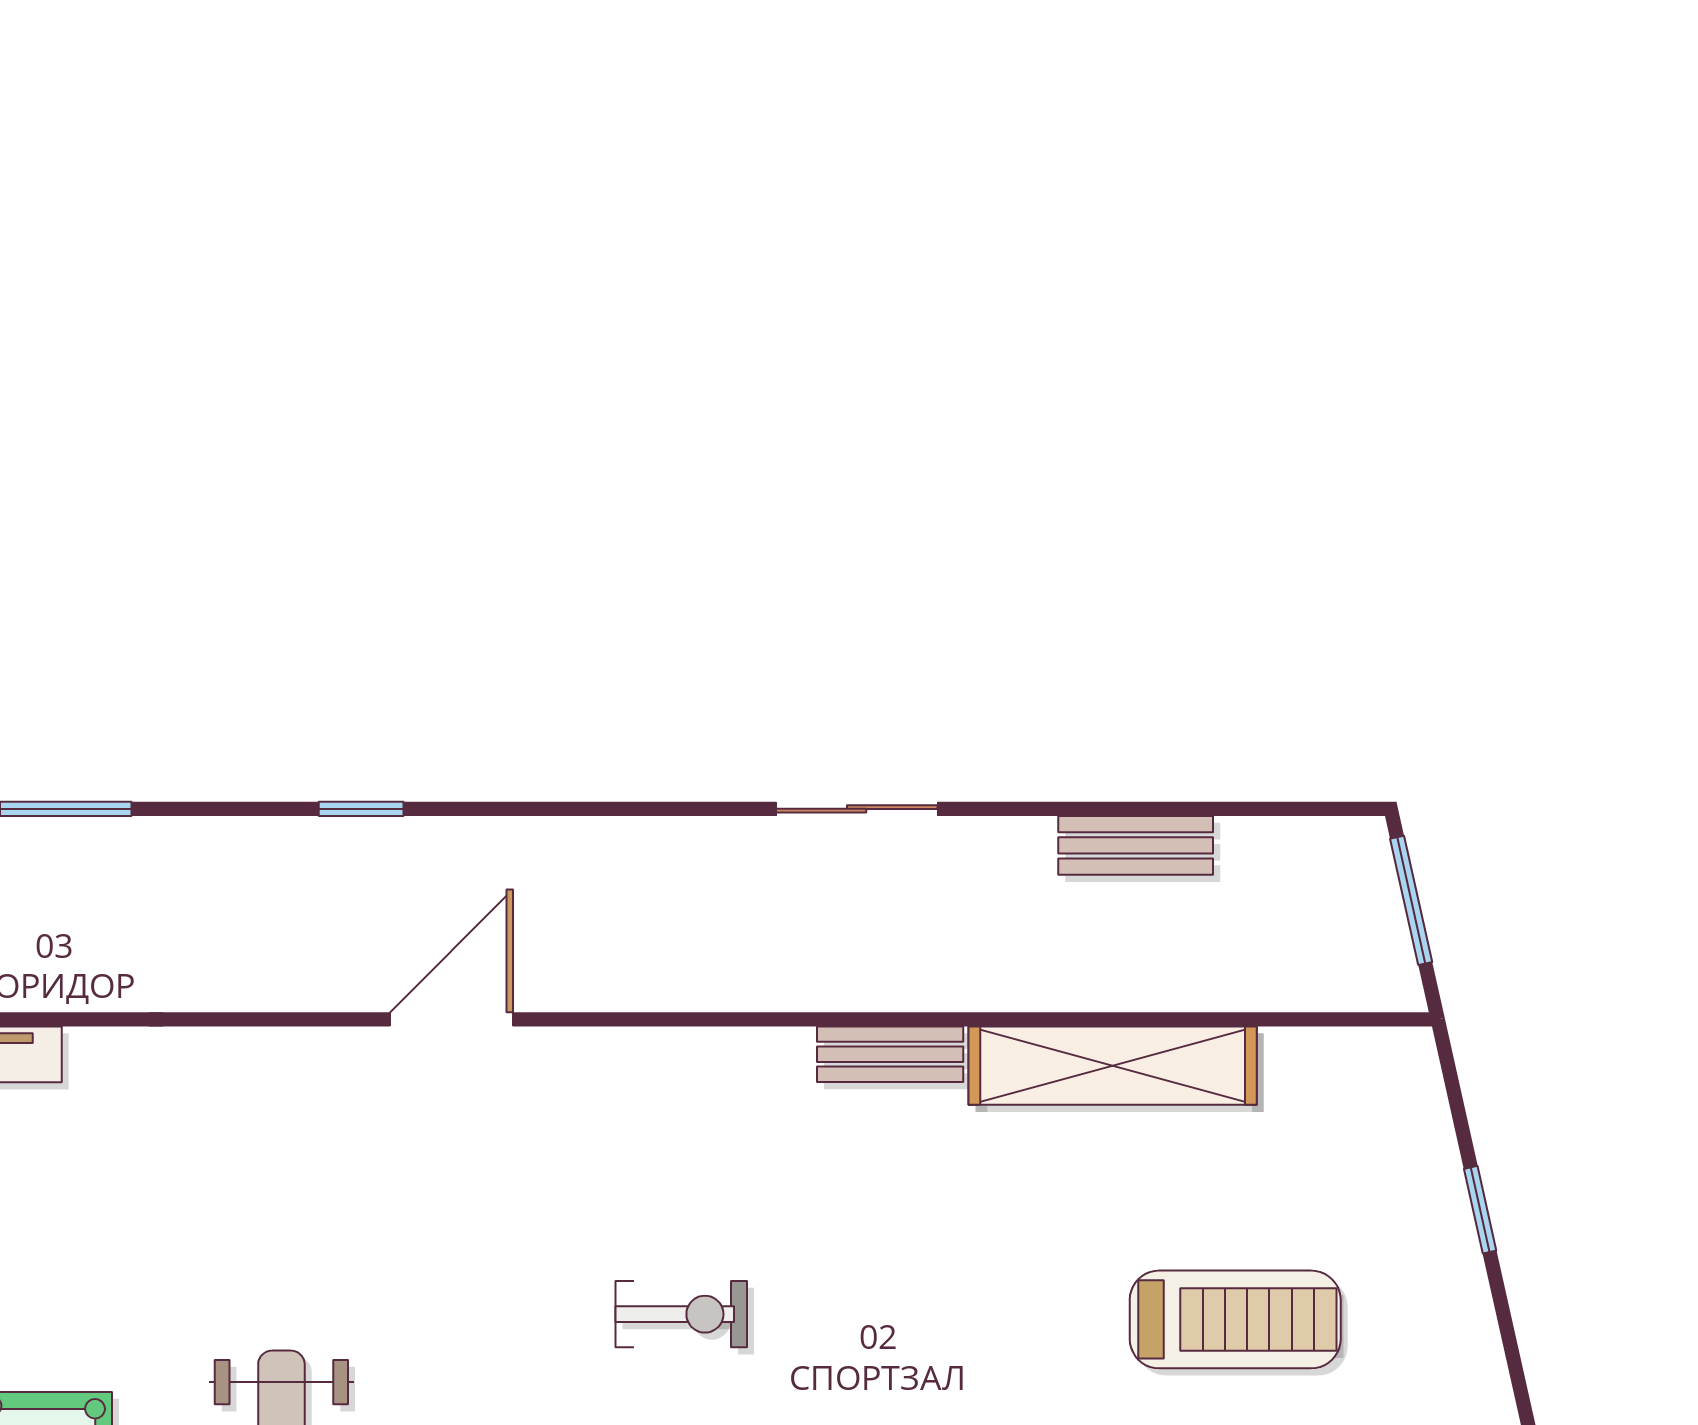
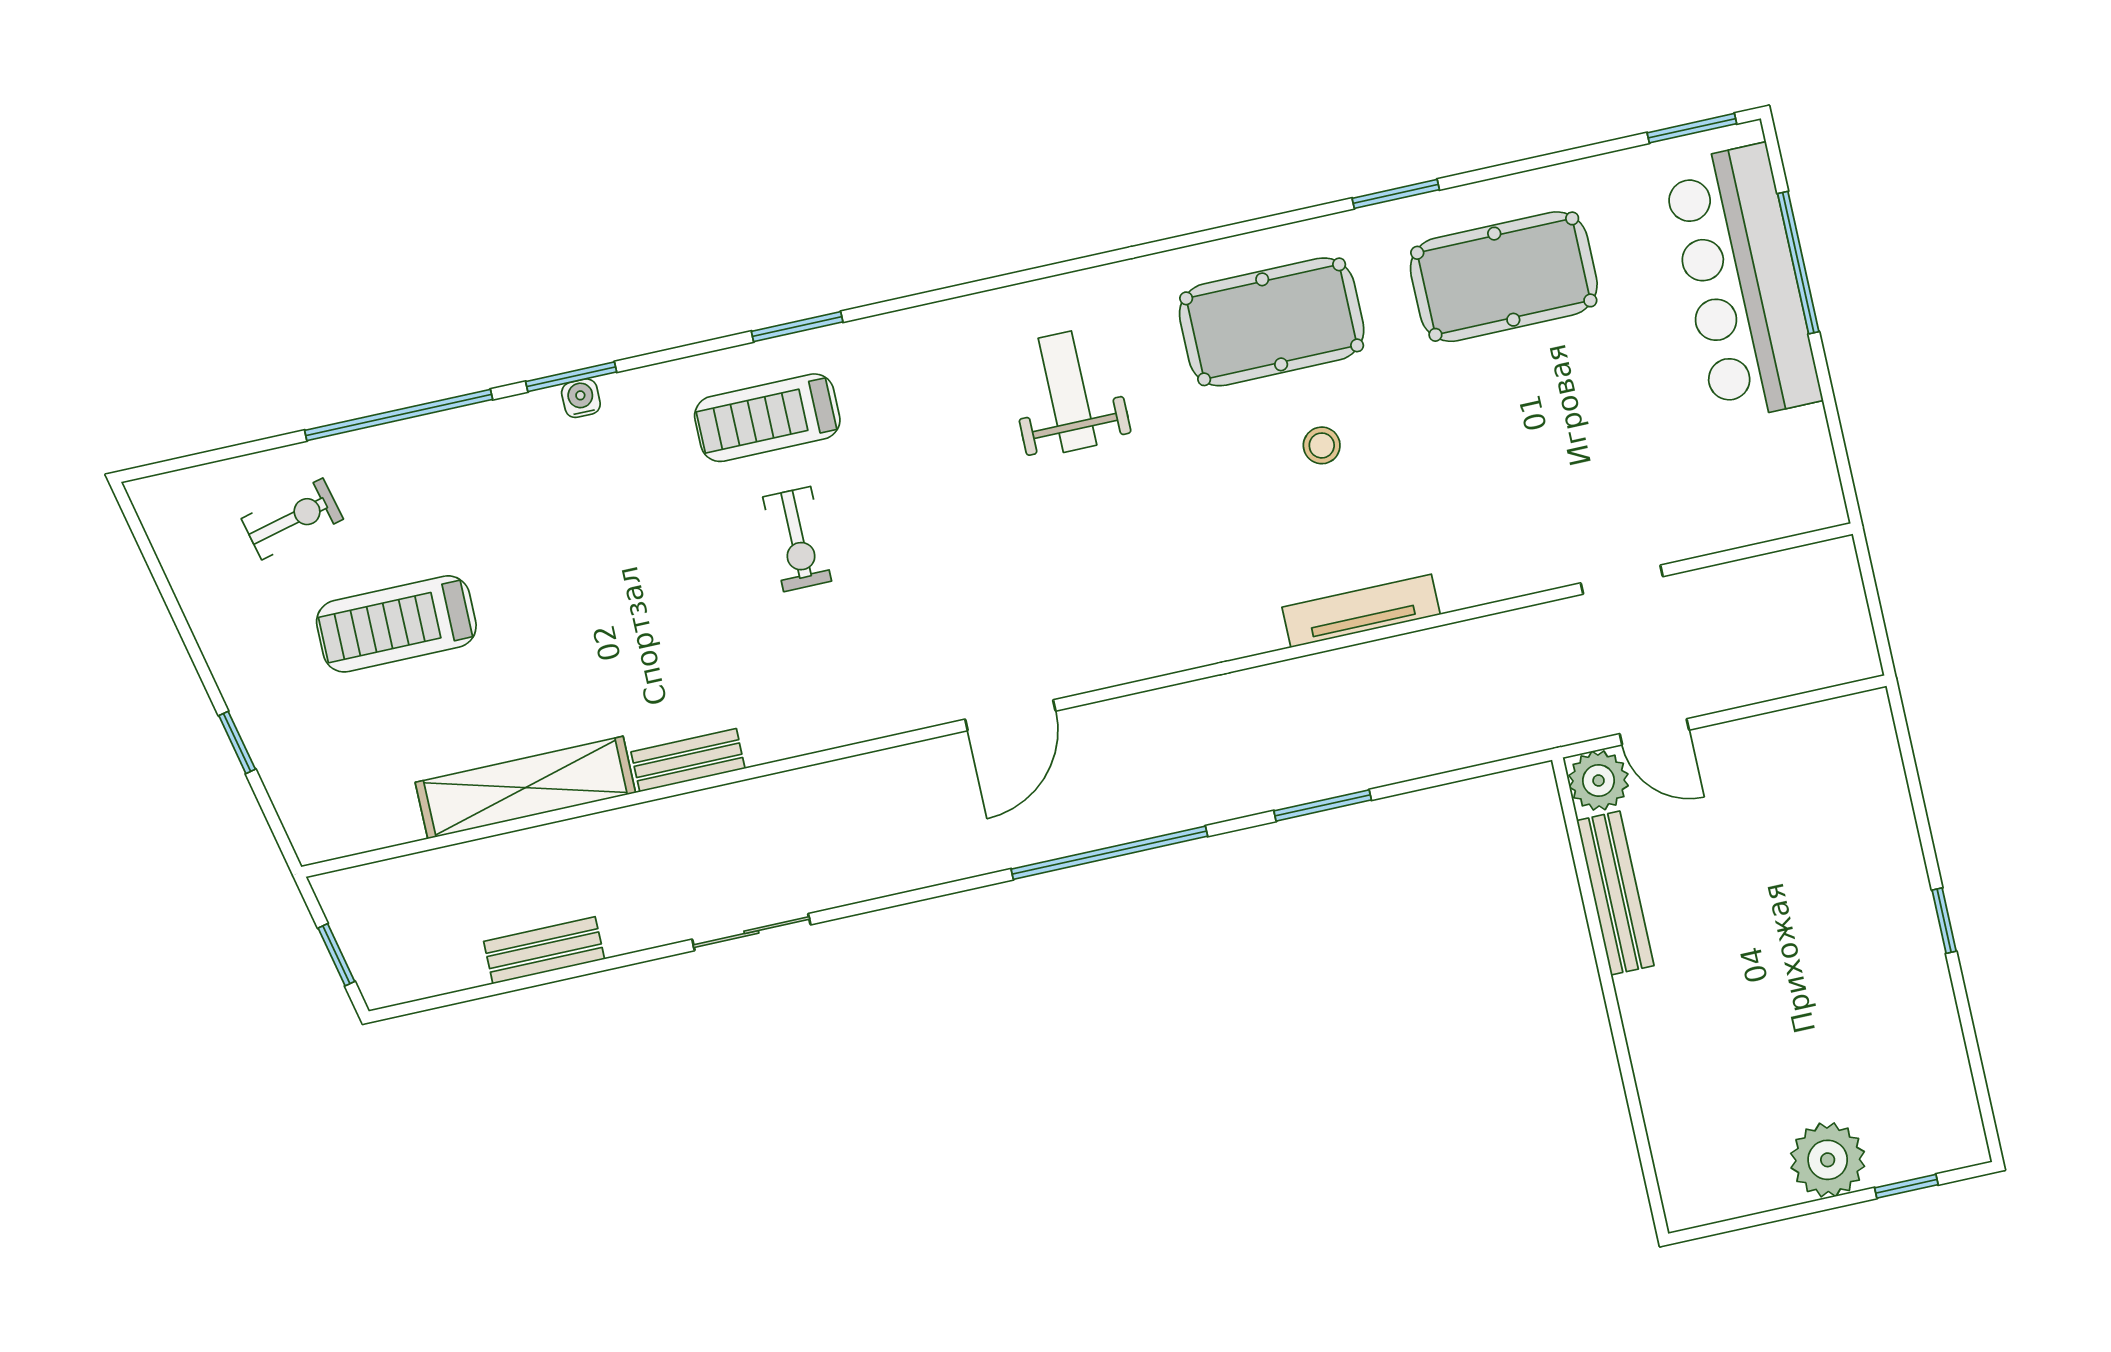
window: (361, 809) -> (1109, 853), width x3.17
window: (1411, 900) -> (336, 955), width x0.67
exercise bike: (681, 1314) -> (797, 539), turned -90

